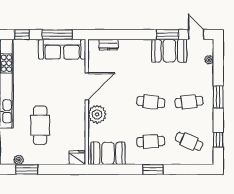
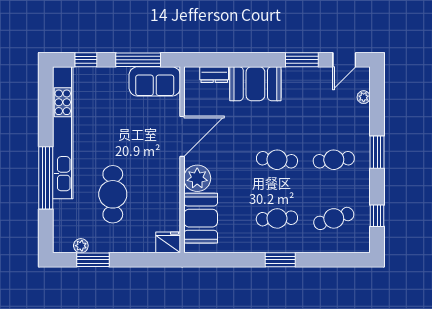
door: (196, 35) -> (344, 60), swing flipped
sofa: (62, 49) -> (155, 81), width x0.73
booth: (169, 51) -> (255, 84), moved
cafe table: (189, 142) -> (334, 218), turned -42
booth: (108, 153) -> (201, 218), moved, turned 90

